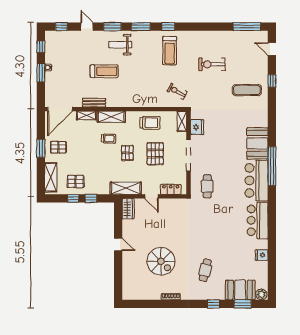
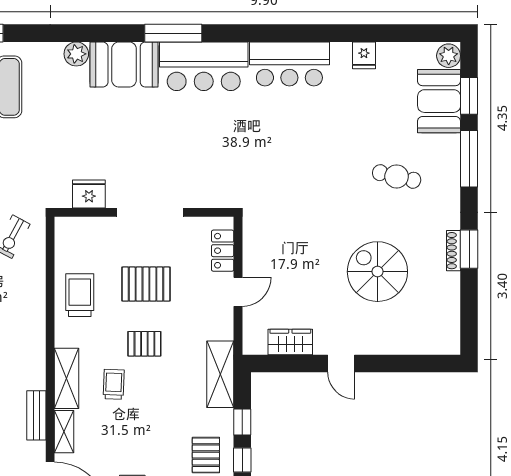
shelving: (182, 121) -> (76, 227), removed
plant: (262, 121) -> (76, 54), added
window: (272, 166) -> (173, 33), width x0.68
cafe table: (207, 186) -> (216, 172), removed
shelving: (126, 188) -> (220, 374), moved
wardrobe: (128, 209) -> (290, 342), moved
door: (118, 244) -> (341, 363), swing flipped
spiral stairs: (161, 261) -> (377, 272), turned -90
window: (171, 304) -> (469, 249), added
window: (213, 304) -> (469, 159), width x2.17

